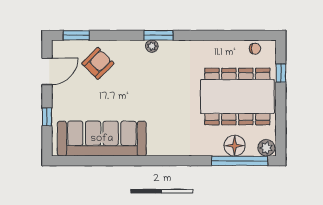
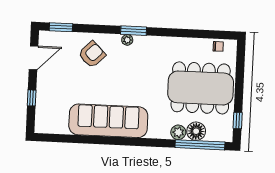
armchair: (98, 63) -> (92, 54), moved
window: (281, 73) -> (238, 121), moved
sofa: (102, 139) -> (108, 121), moved
plant: (266, 148) -> (178, 132), moved

